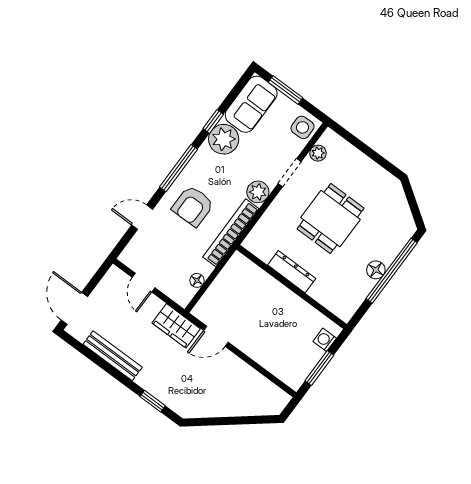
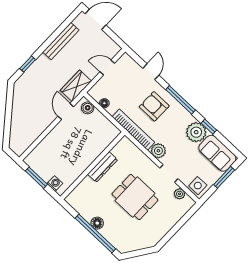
boiler: (207, 304) -> (88, 108), added

